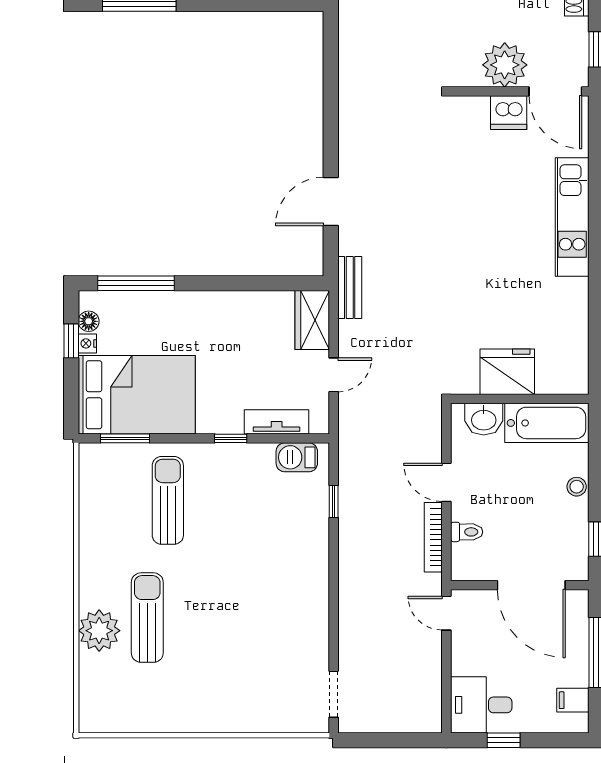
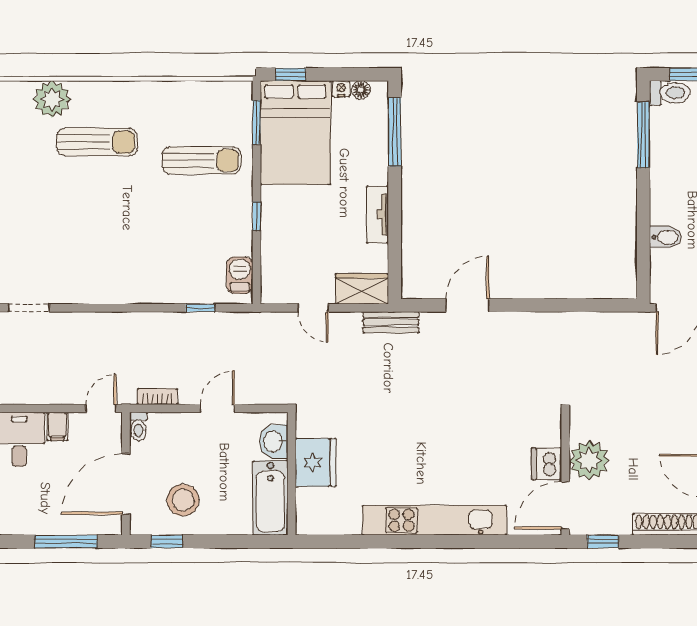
door: (331, 202) -> (467, 305), hinge flipped
kitchen unit: (572, 217) -> (435, 520), width x1.36
window: (71, 341) -> (291, 74), moved
tv unit: (277, 422) -> (377, 215), moved, turned 180
stool: (577, 487) -> (183, 500), moved, width x1.89, depth x1.89
toilet: (467, 532) -> (138, 426), moved
bookcase: (433, 537) -> (157, 397), width x0.64
plant: (99, 631) -> (52, 99), moved
filing cabinet: (573, 700) -> (57, 426), moved, turned 180

